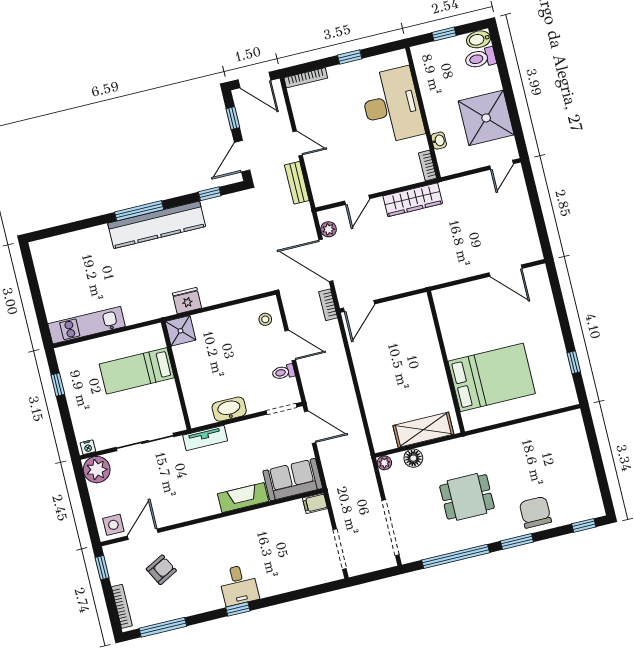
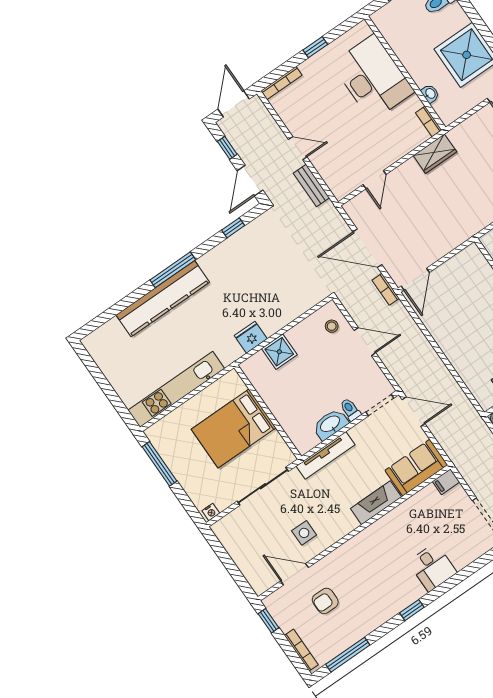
door: (254, 80) -> (234, 104), swing flipped
wardrobe: (413, 200) -> (435, 154), width x0.67
kitchen counter: (157, 225) -> (163, 299), moved
plant: (329, 229) -> (358, 218), removed
kitchen unit: (87, 325) -> (176, 389), width x1.36
shower: (180, 331) -> (279, 352), moved
bed: (137, 371) -> (234, 428), width x1.50
toilet: (283, 372) -> (350, 410), moved, turned 90
window: (58, 385) -> (160, 464), width x2.17
tv unit: (205, 438) -> (326, 455), width x1.41
plant: (97, 470) -> (227, 530), removed
side table: (113, 525) -> (304, 533), moved
door: (143, 534) -> (295, 574), hinge flipped
armchair: (161, 570) -> (325, 601), turned -152
desk: (239, 585) -> (432, 567), moved

